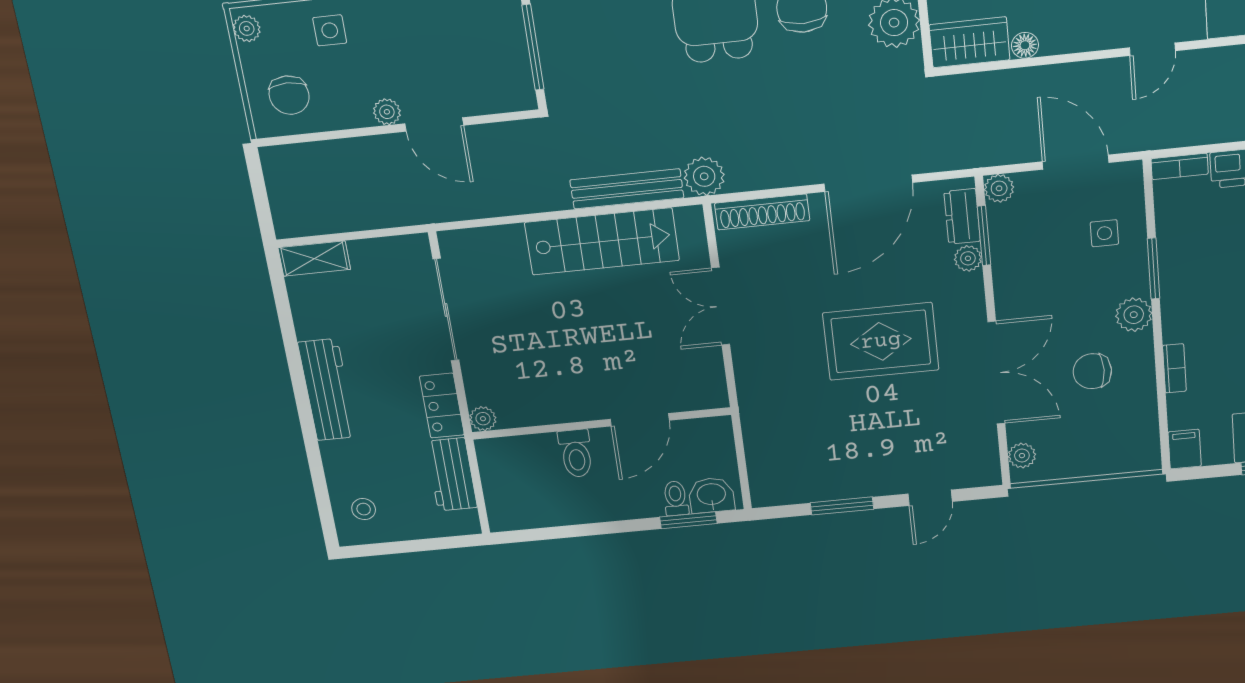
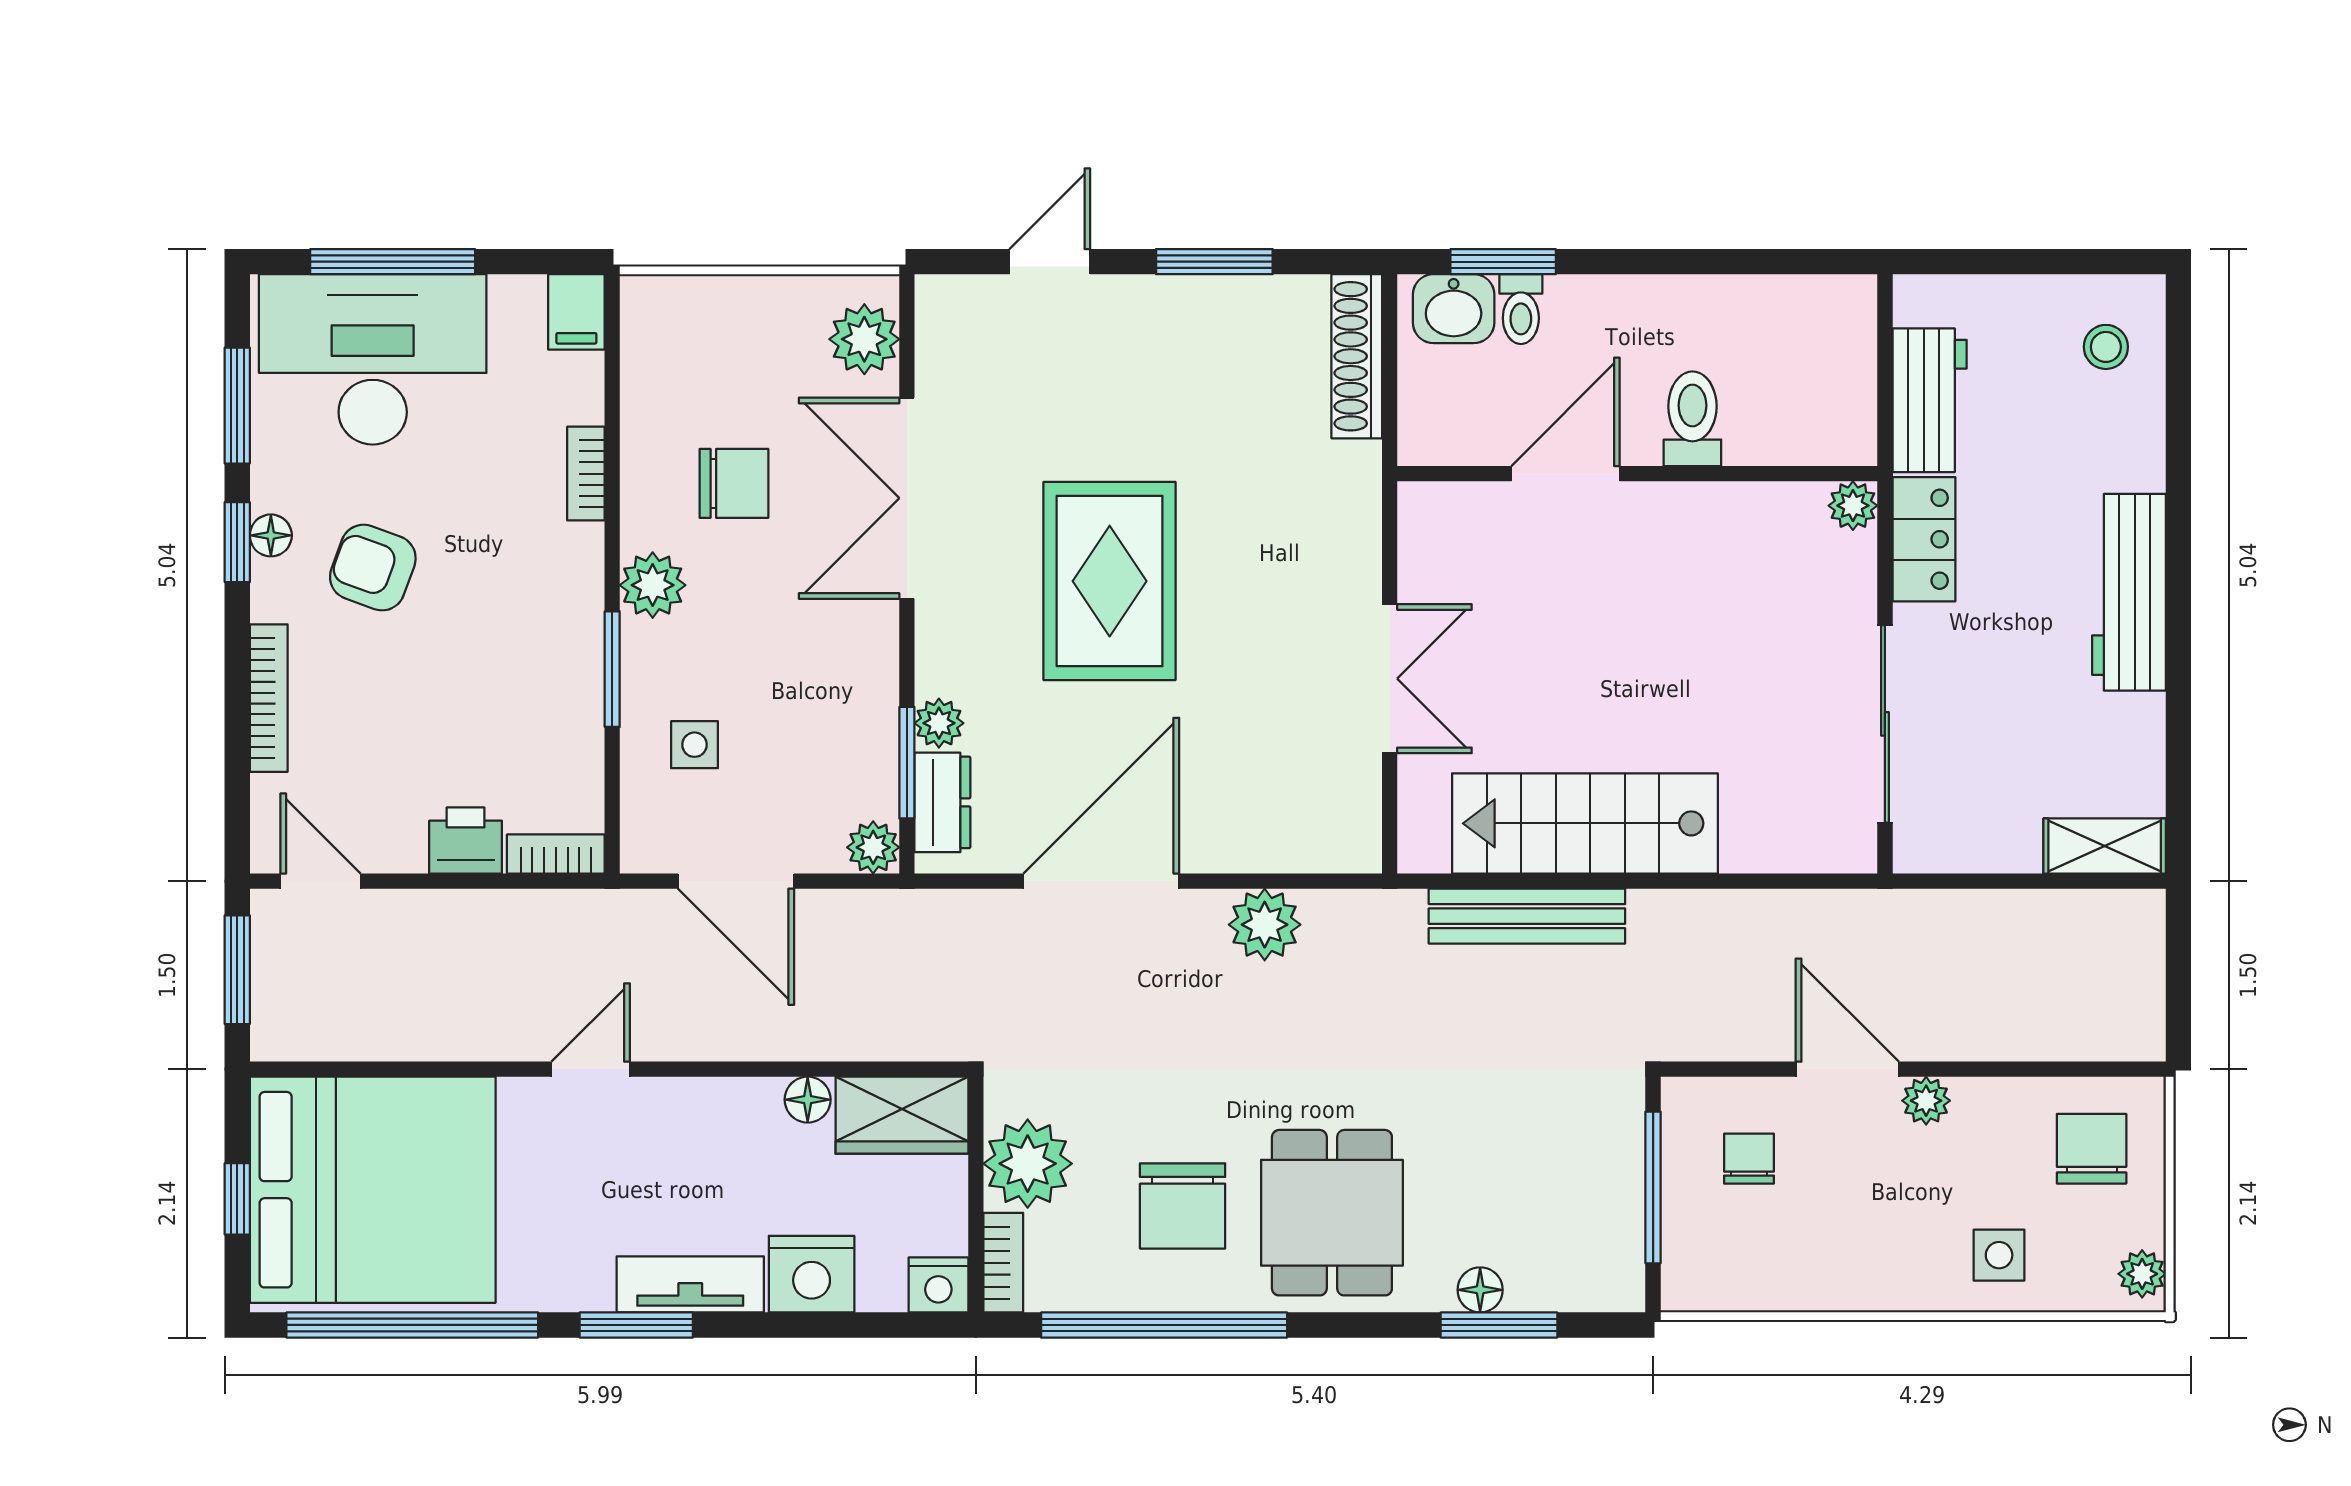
chair: (481, 69) -> (1749, 1159), added
plant: (704, 176) -> (1265, 925), moved
shoe rack: (762, 212) -> (1357, 356), moved, turned -90
rug: (881, 341) -> (1110, 581), turned 90
plant: (1022, 456) -> (864, 339), width x1.38, depth x1.38

